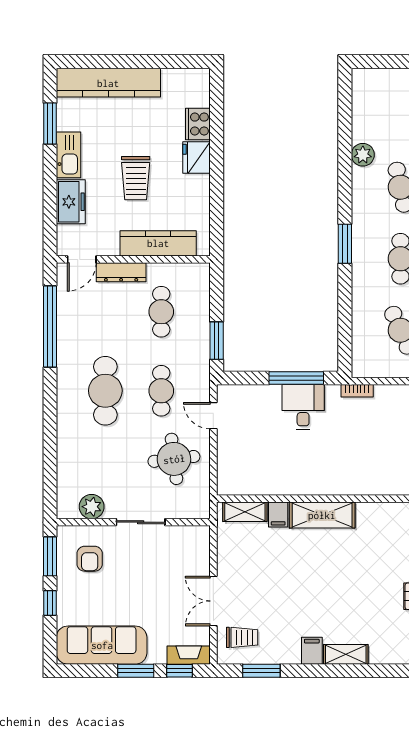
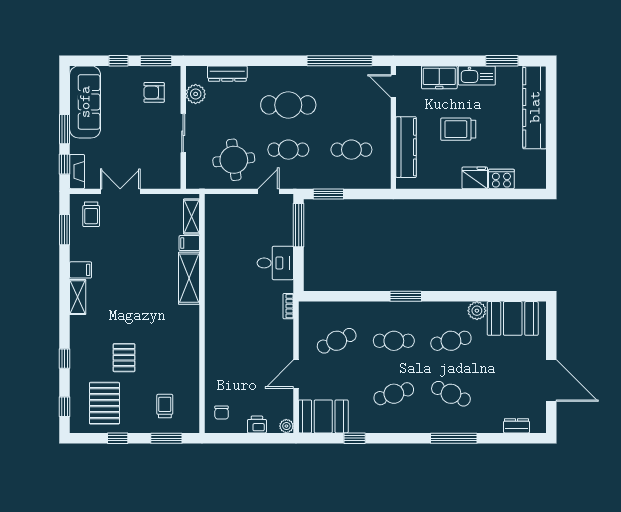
booth: (373, 110) -> (513, 318), added
dresser: (121, 272) -> (227, 74), moved, turned -90
window: (296, 378) -> (299, 225), moved

